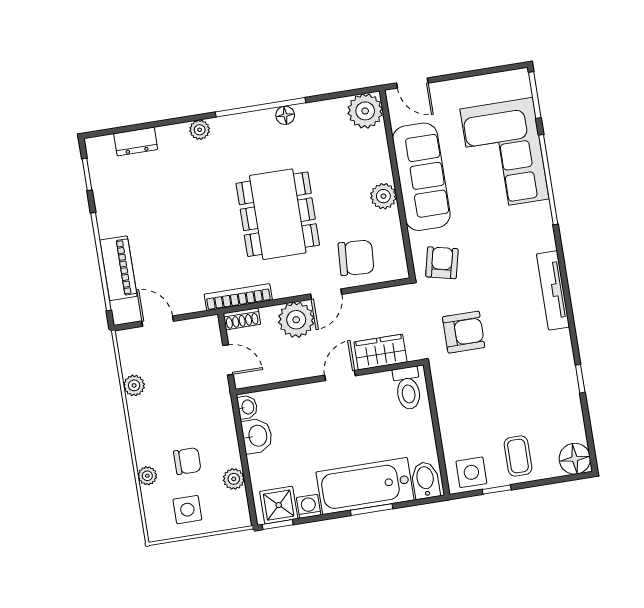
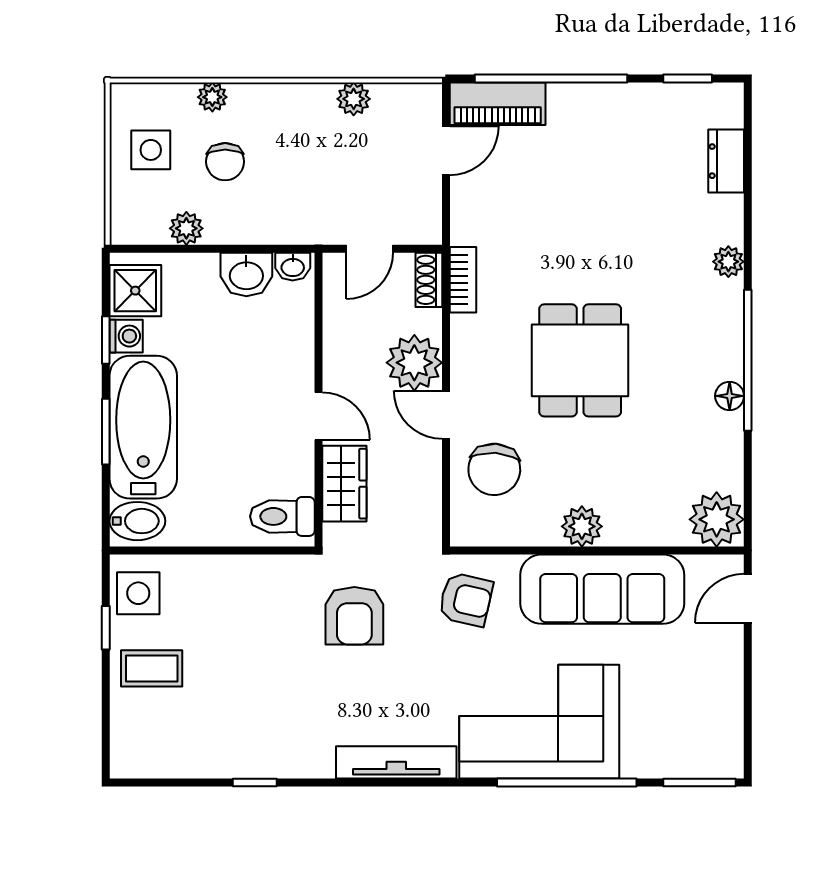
corner sofa: (504, 154) -> (539, 722), moved
dining table: (278, 214) -> (580, 360), width x0.73
piano: (119, 268) -> (498, 104), moved
bookcase: (238, 297) -> (463, 280), width x0.64
floor lamp: (575, 459) -> (134, 755), removed
window: (278, 525) -> (106, 340), moved

